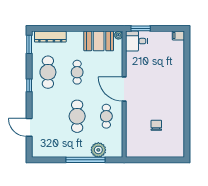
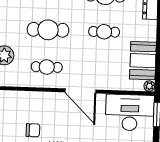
desk: (137, 41) -> (130, 113), width x1.87, depth x1.30
door: (124, 89) -> (80, 91), swing flipped

